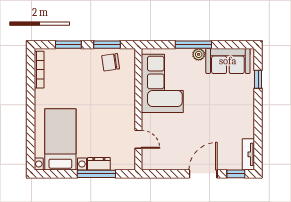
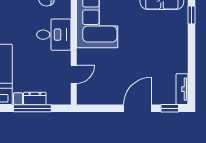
desk: (118, 99) -> (54, 35), added
door: (138, 139) -> (74, 74), hinge flipped

